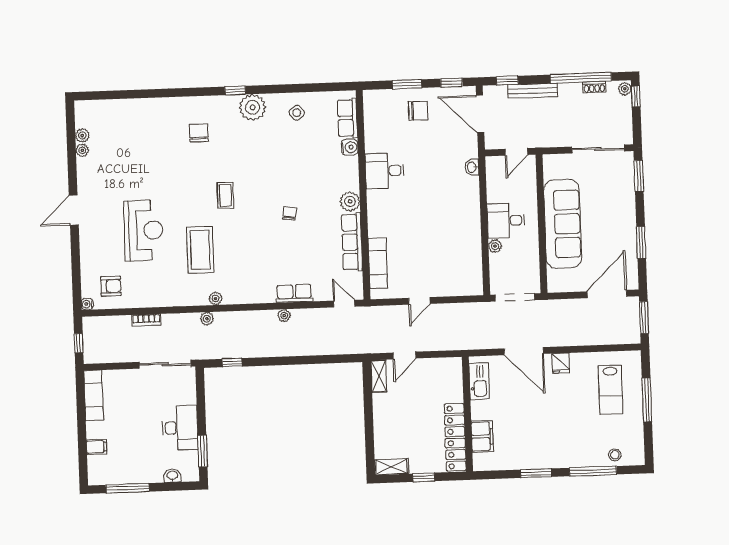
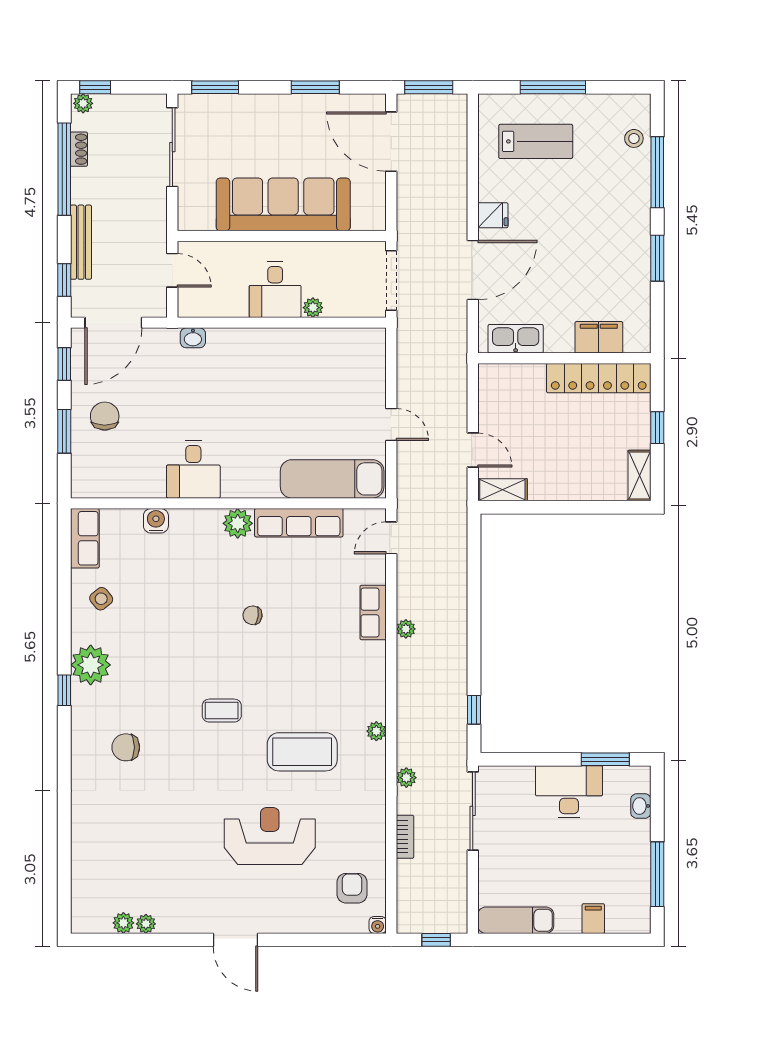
row of seats: (347, 118) -> (85, 538), moved, turned -90
exam couch: (378, 263) -> (332, 479), width x1.36, depth x1.45
plant: (207, 319) -> (406, 778), moved

